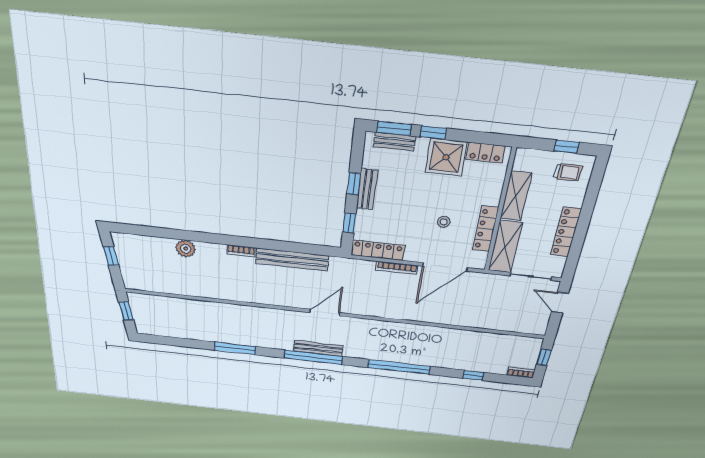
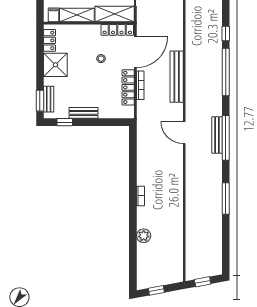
window: (433, 133) -> (40, 76), removed
filing cabinet: (524, 163) -> (53, 15), added
window: (354, 184) -> (65, 122), moved
window: (349, 223) -> (110, 122), removed
locker: (486, 229) -> (117, 30), moved
locker: (378, 250) -> (128, 87), moved
bench: (292, 260) -> (177, 77), moved
door: (445, 267) -> (135, 52), hinge flipped
window: (473, 375) -> (226, 34), moved

